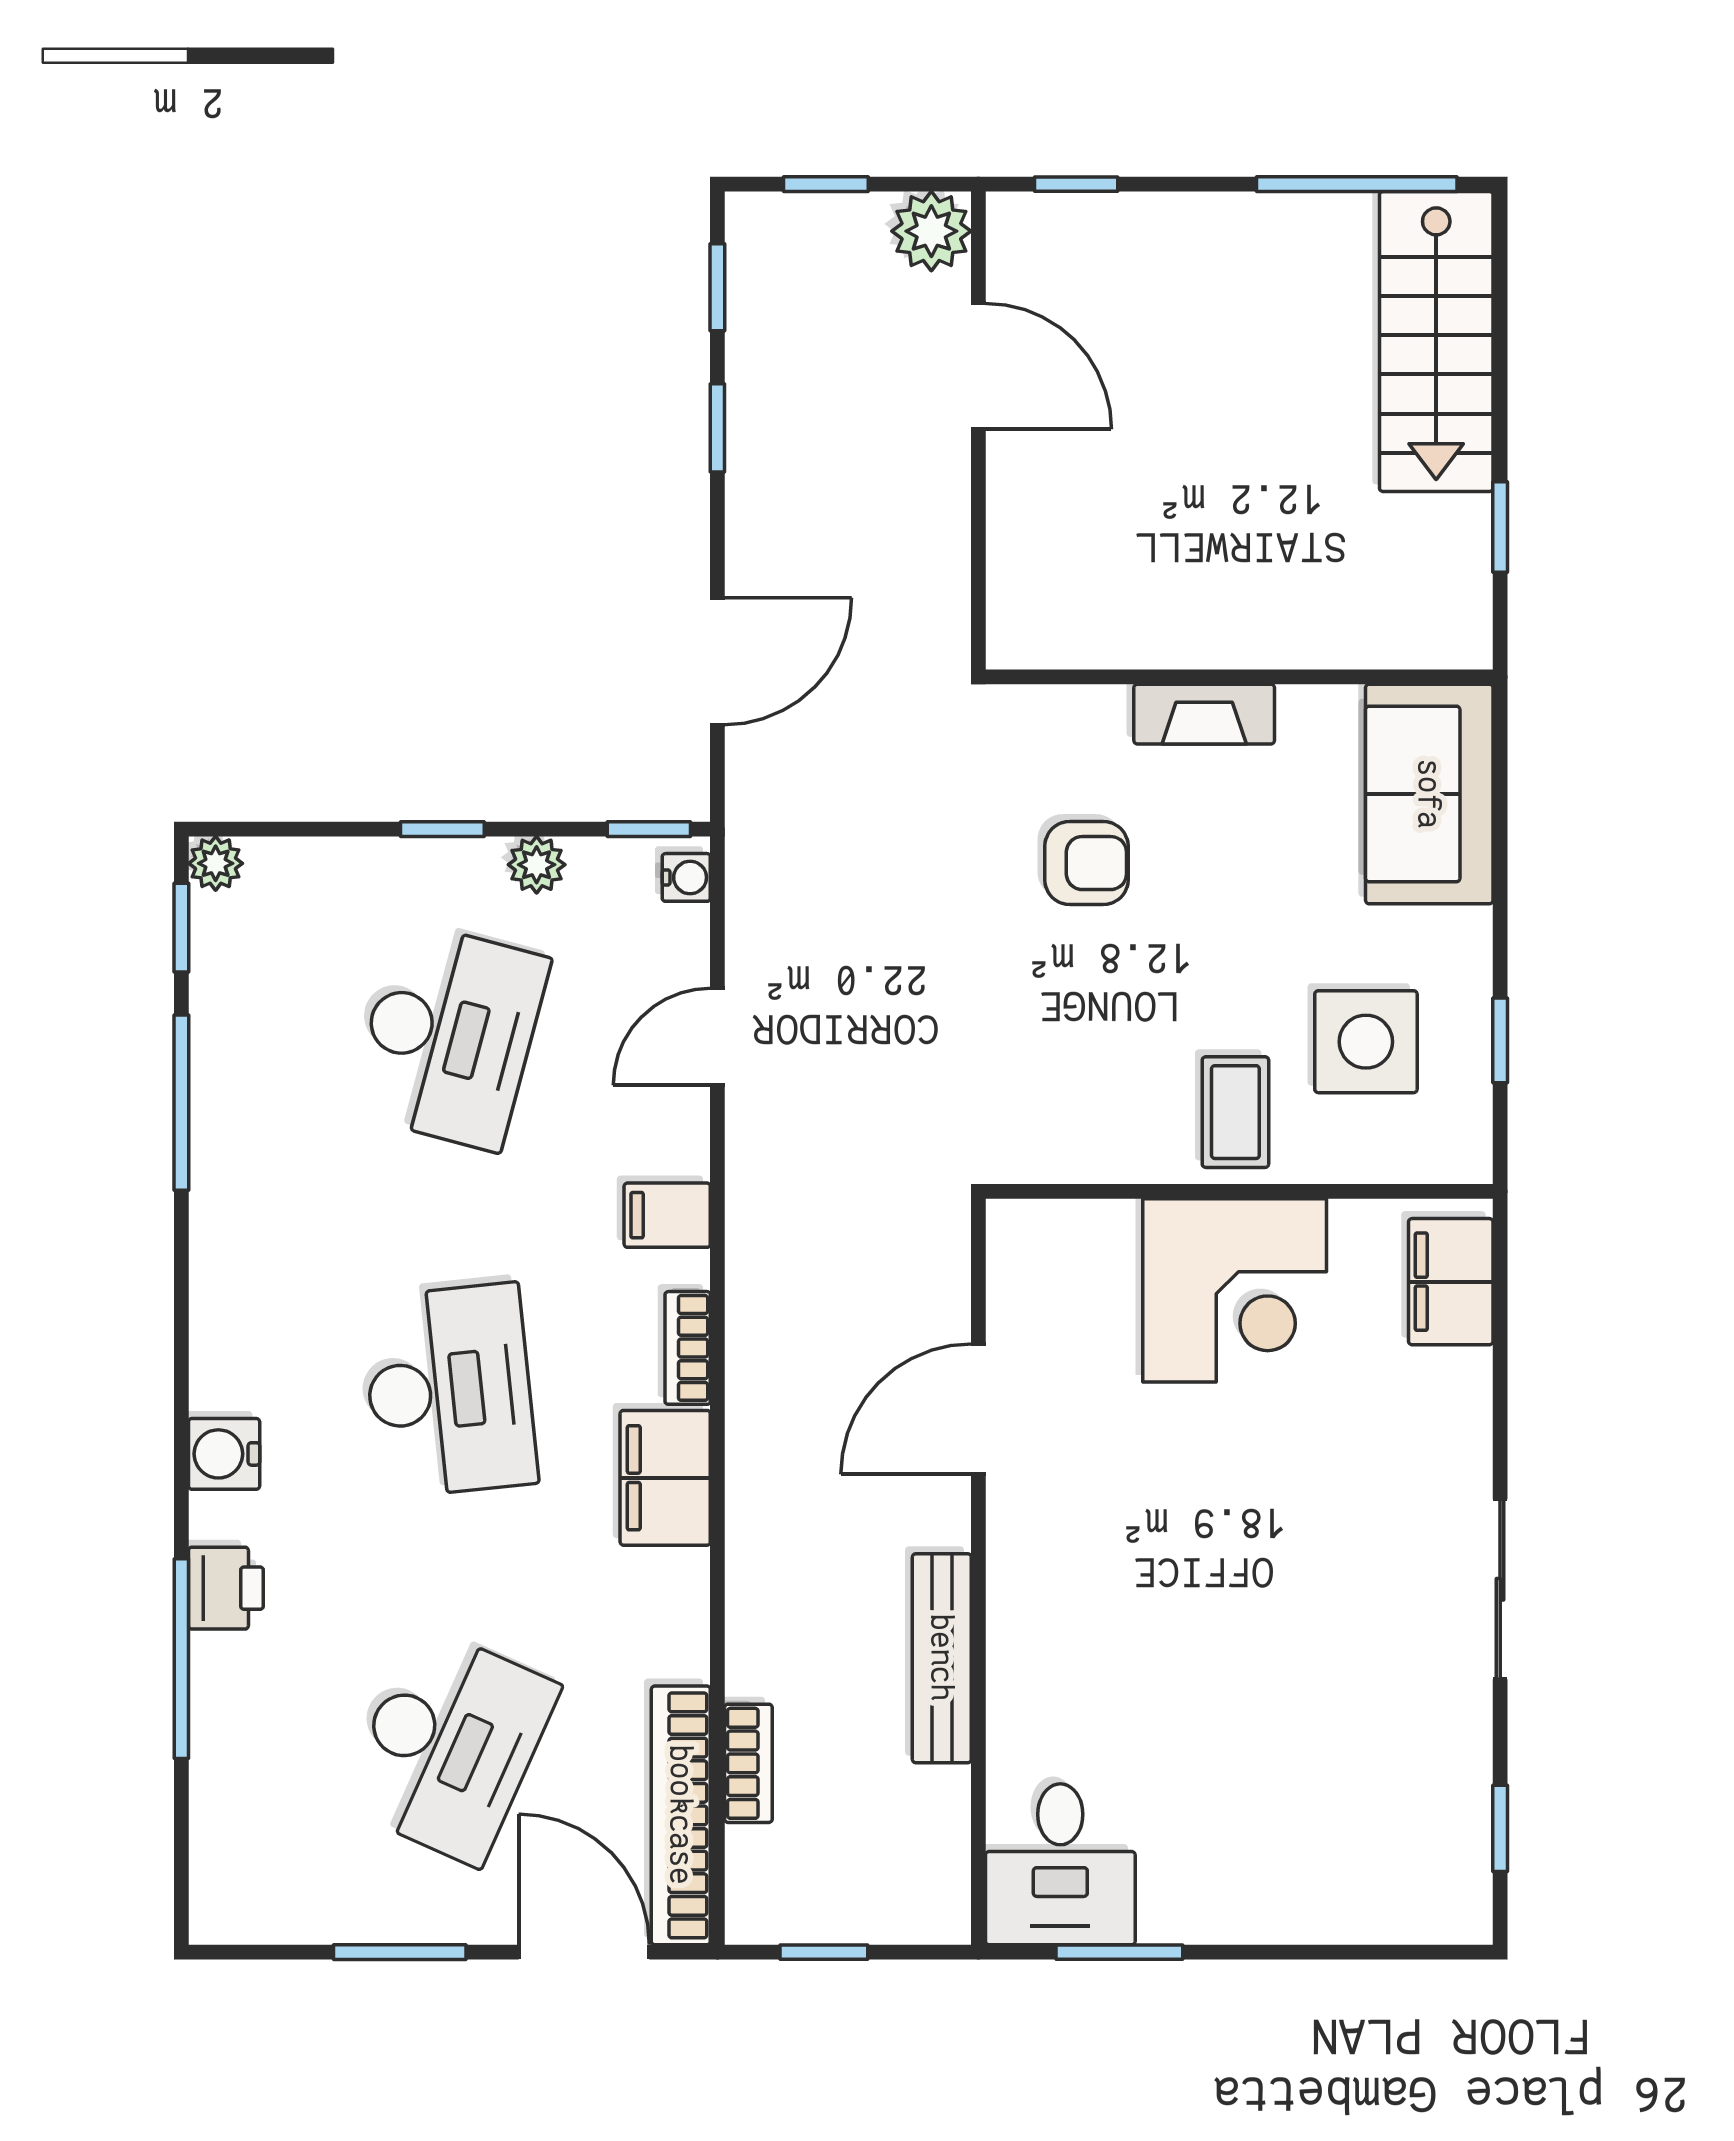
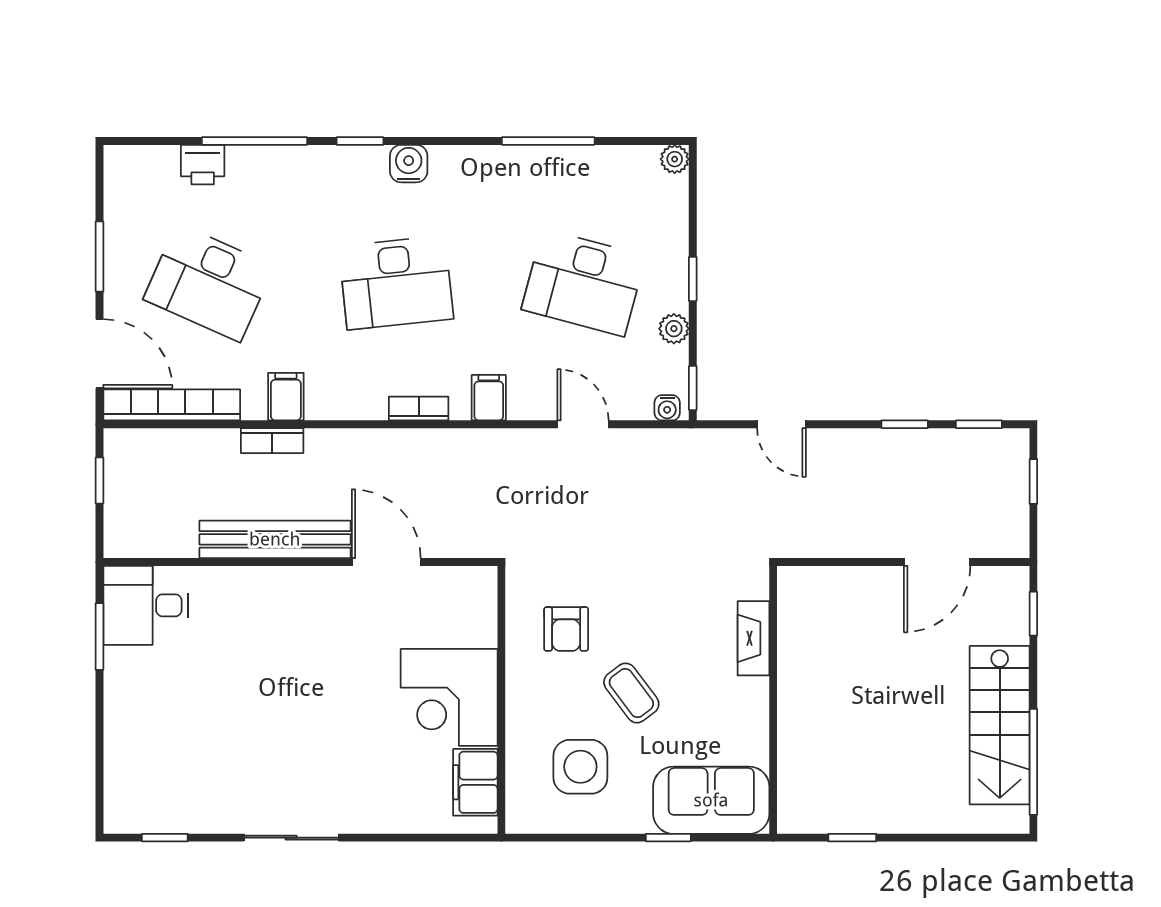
plant: (931, 231) -> (1009, 537), removed
stairs: (1436, 341) -> (1000, 725), moved, turned -90
door: (717, 661) -> (781, 424), width x0.73
fireplace: (1204, 714) -> (753, 638), moved
armchair: (1086, 863) -> (566, 629), moved
window: (181, 928) -> (360, 141), moved
window: (1500, 1040) -> (668, 838), moved
coffee table: (1235, 1112) -> (631, 693), moved, turned 53
filing cabinet: (1451, 1282) -> (475, 782), moved, turned -90
water cooler: (224, 1454) -> (409, 164), moved
filing cabinet: (665, 1478) -> (286, 397), moved, width x0.50
printer: (226, 1588) -> (203, 165), moved
bench: (942, 1658) -> (275, 539), width x1.37, depth x1.21
bookcase: (748, 1763) -> (272, 441), moved
door: (584, 1952) -> (99, 354), hinge flipped

